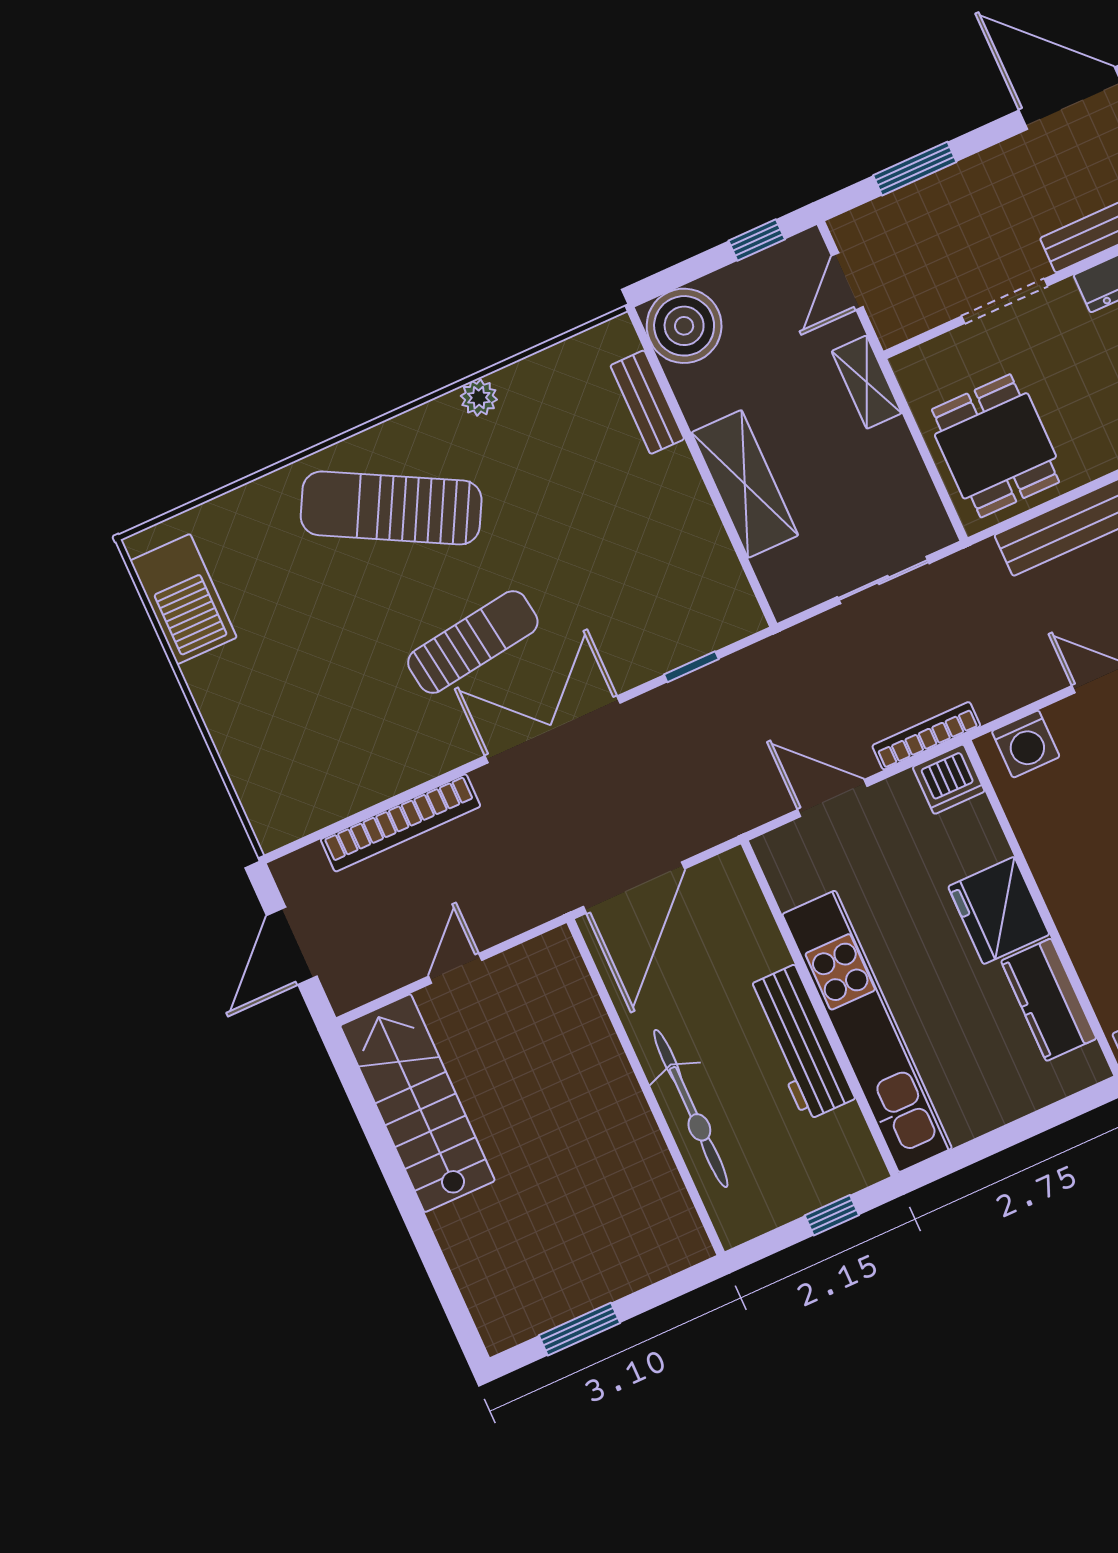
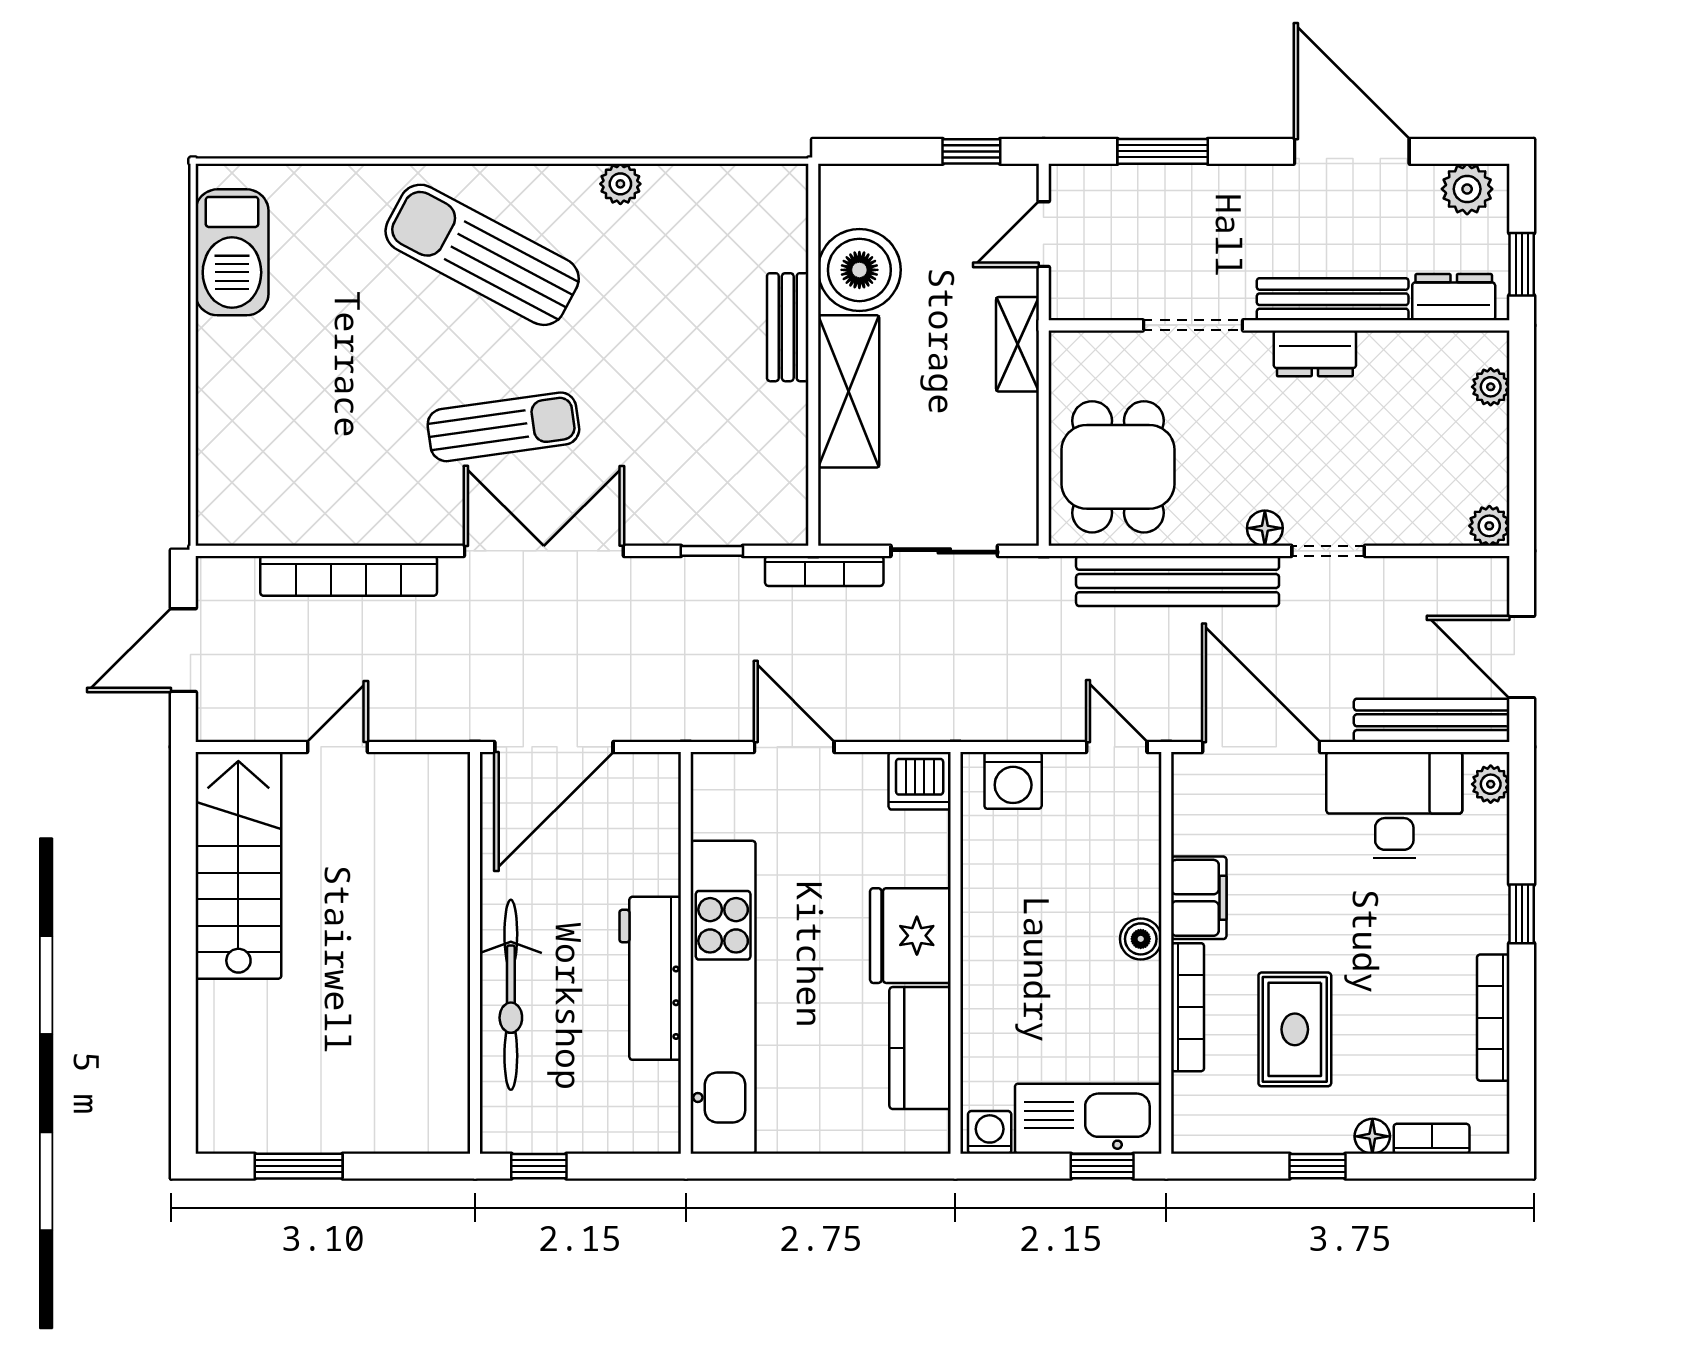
boiler: (684, 326) -> (859, 270), moved
bench: (647, 402) -> (788, 327), moved
bookcase: (926, 736) -> (824, 571), moved, turned 180
window: (832, 1215) -> (539, 1166), moved

